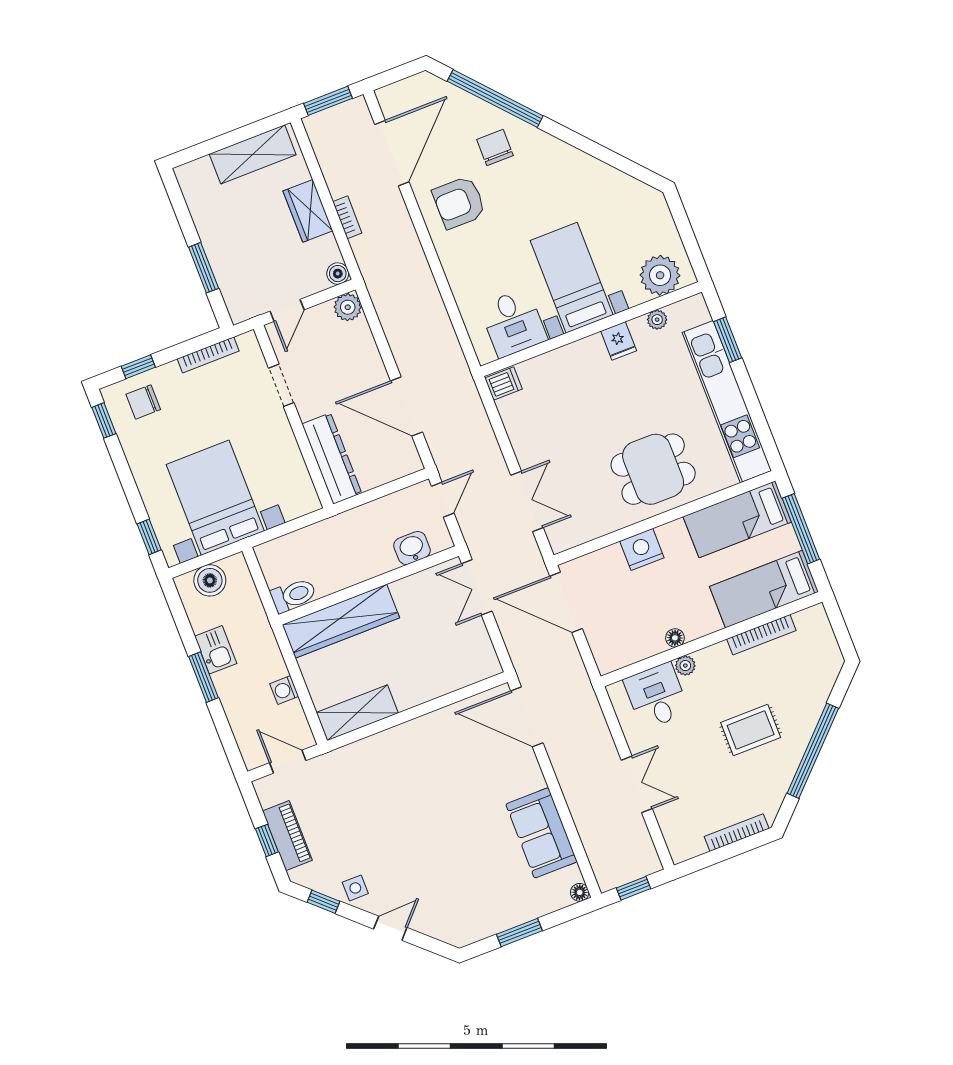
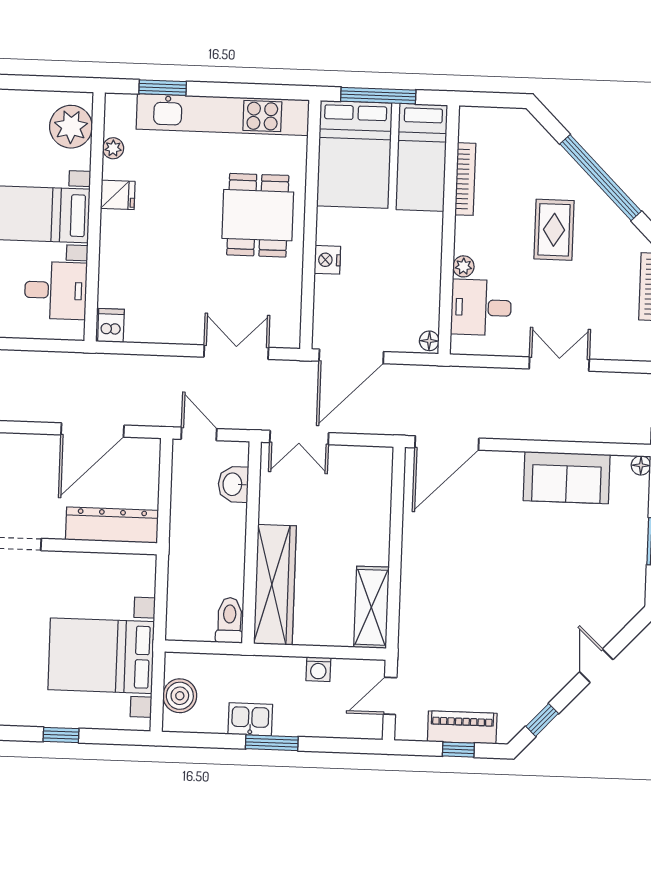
bed: (737, 519) -> (354, 154), width x1.50
window: (149, 537) -> (61, 735), moved
nightstand: (642, 549) -> (327, 260), width x0.74, depth x0.75
floor lamp: (675, 638) -> (429, 341), moved
side table: (355, 888) -> (542, 683), removed

